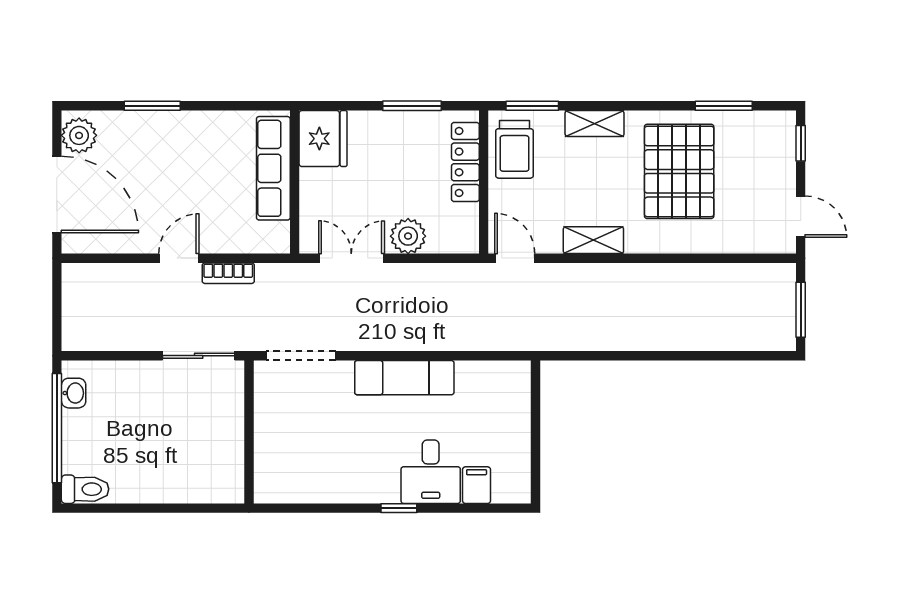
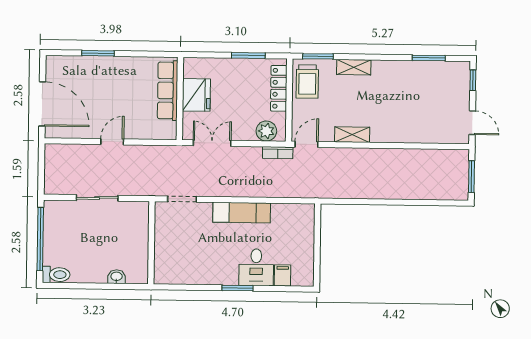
plant: (79, 135) -> (55, 70), removed
fridge: (323, 139) -> (196, 95), moved
pallet: (679, 171) -> (402, 96), removed
plant: (408, 236) -> (266, 131), moved
door: (515, 258) -> (307, 144), hinge flipped
bookcase: (228, 273) -> (278, 153), moved
sliding door: (199, 356) -> (97, 198), moved
doorway: (301, 356) -> (182, 199), width x0.73
washbasin: (74, 393) -> (117, 277), moved, turned -90
window: (399, 508) -> (237, 288), width x1.50

